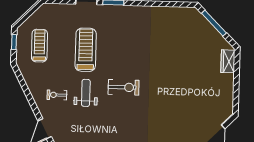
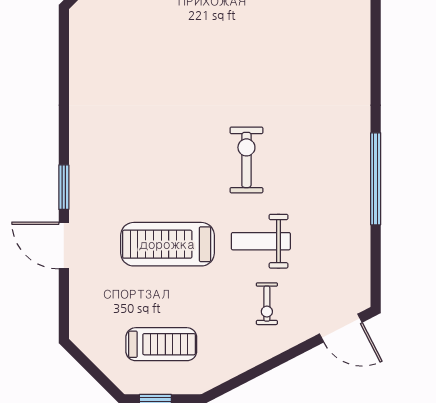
treadmill: (39, 46) -> (161, 344), turned 180

